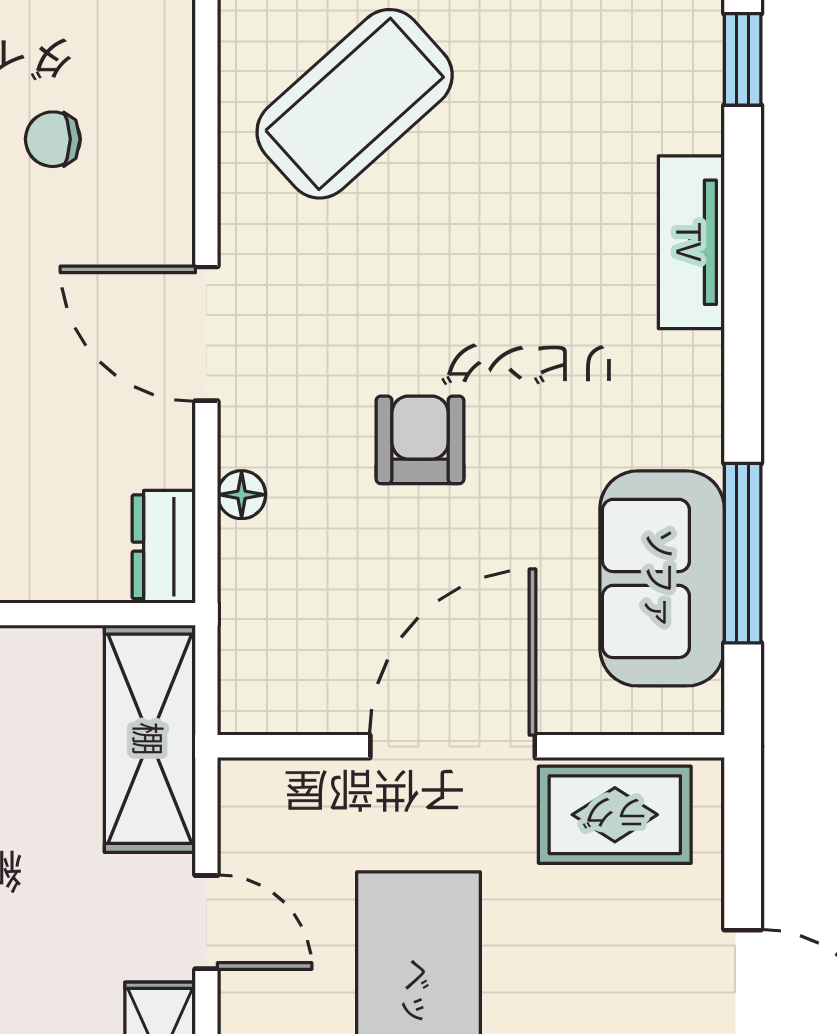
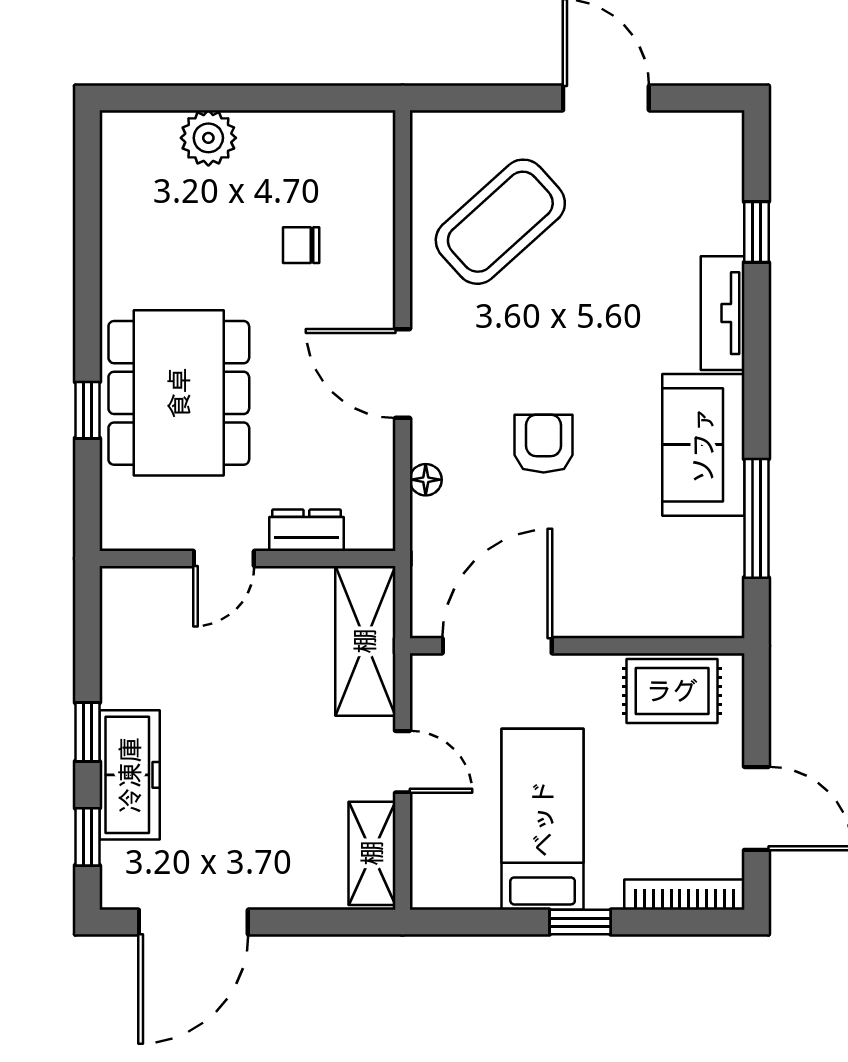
window: (743, 59) -> (756, 232), moved
dresser: (164, 547) -> (306, 530), moved, turned 90
sofa: (662, 578) -> (703, 445), moved
door: (453, 746) -> (497, 646), moved

